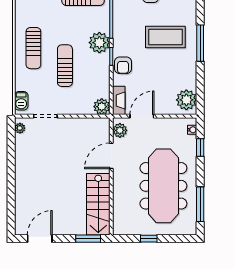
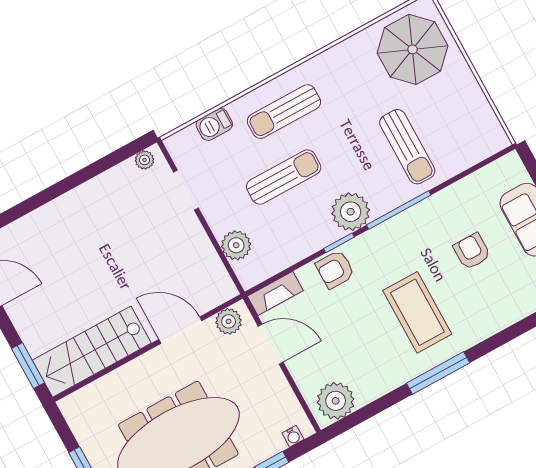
barbecue: (21, 101) -> (214, 124), moved
plant: (102, 107) -> (236, 245), moved

